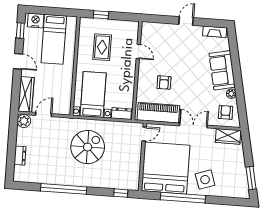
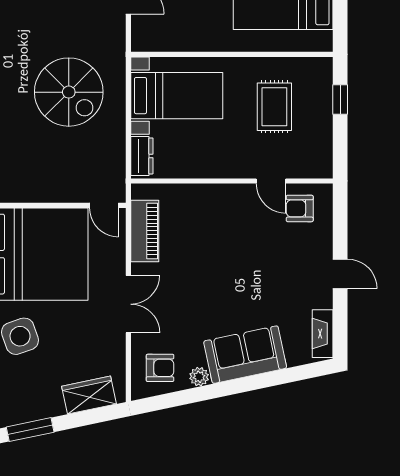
rug: (102, 47) -> (274, 107), turned 90
door: (138, 51) -> (271, 181), hinge flipped
armchair: (164, 83) -> (300, 208), moved
piano: (158, 113) -> (145, 231), width x0.73, depth x0.75
wardrobe: (228, 136) -> (89, 395), moved, turned 78

